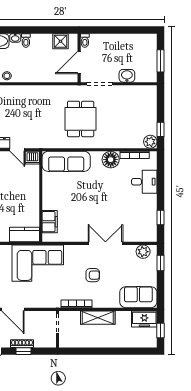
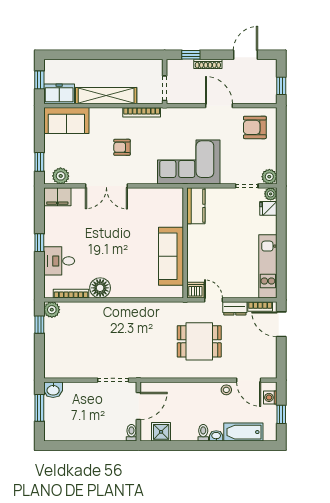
washbasin: (127, 76) -> (53, 390), moved
dining table: (81, 119) -> (199, 341), moved, turned 90
sofa: (66, 161) -> (171, 256), moved, turned -90
window: (161, 218) -> (39, 243), moved
filing cabinet: (50, 222) -> (57, 197), moved, turned -90
kitchen counter: (24, 234) -> (196, 206), moved, turned -90
shelving: (98, 318) -> (106, 96), width x1.47
window: (24, 351) -> (191, 55), moved

